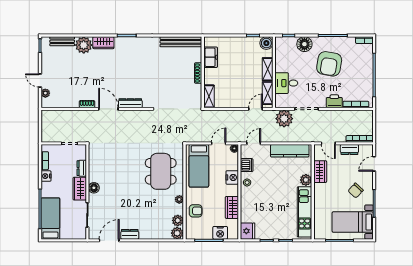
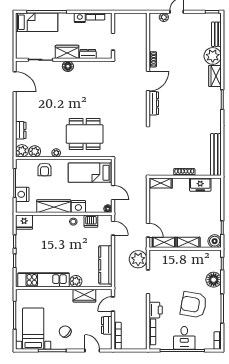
desk: (286, 83) -> (184, 338), moved, turned 180
wardrobe: (232, 207) -> (54, 206), width x1.50
dresser: (130, 234) -> (21, 130), moved

